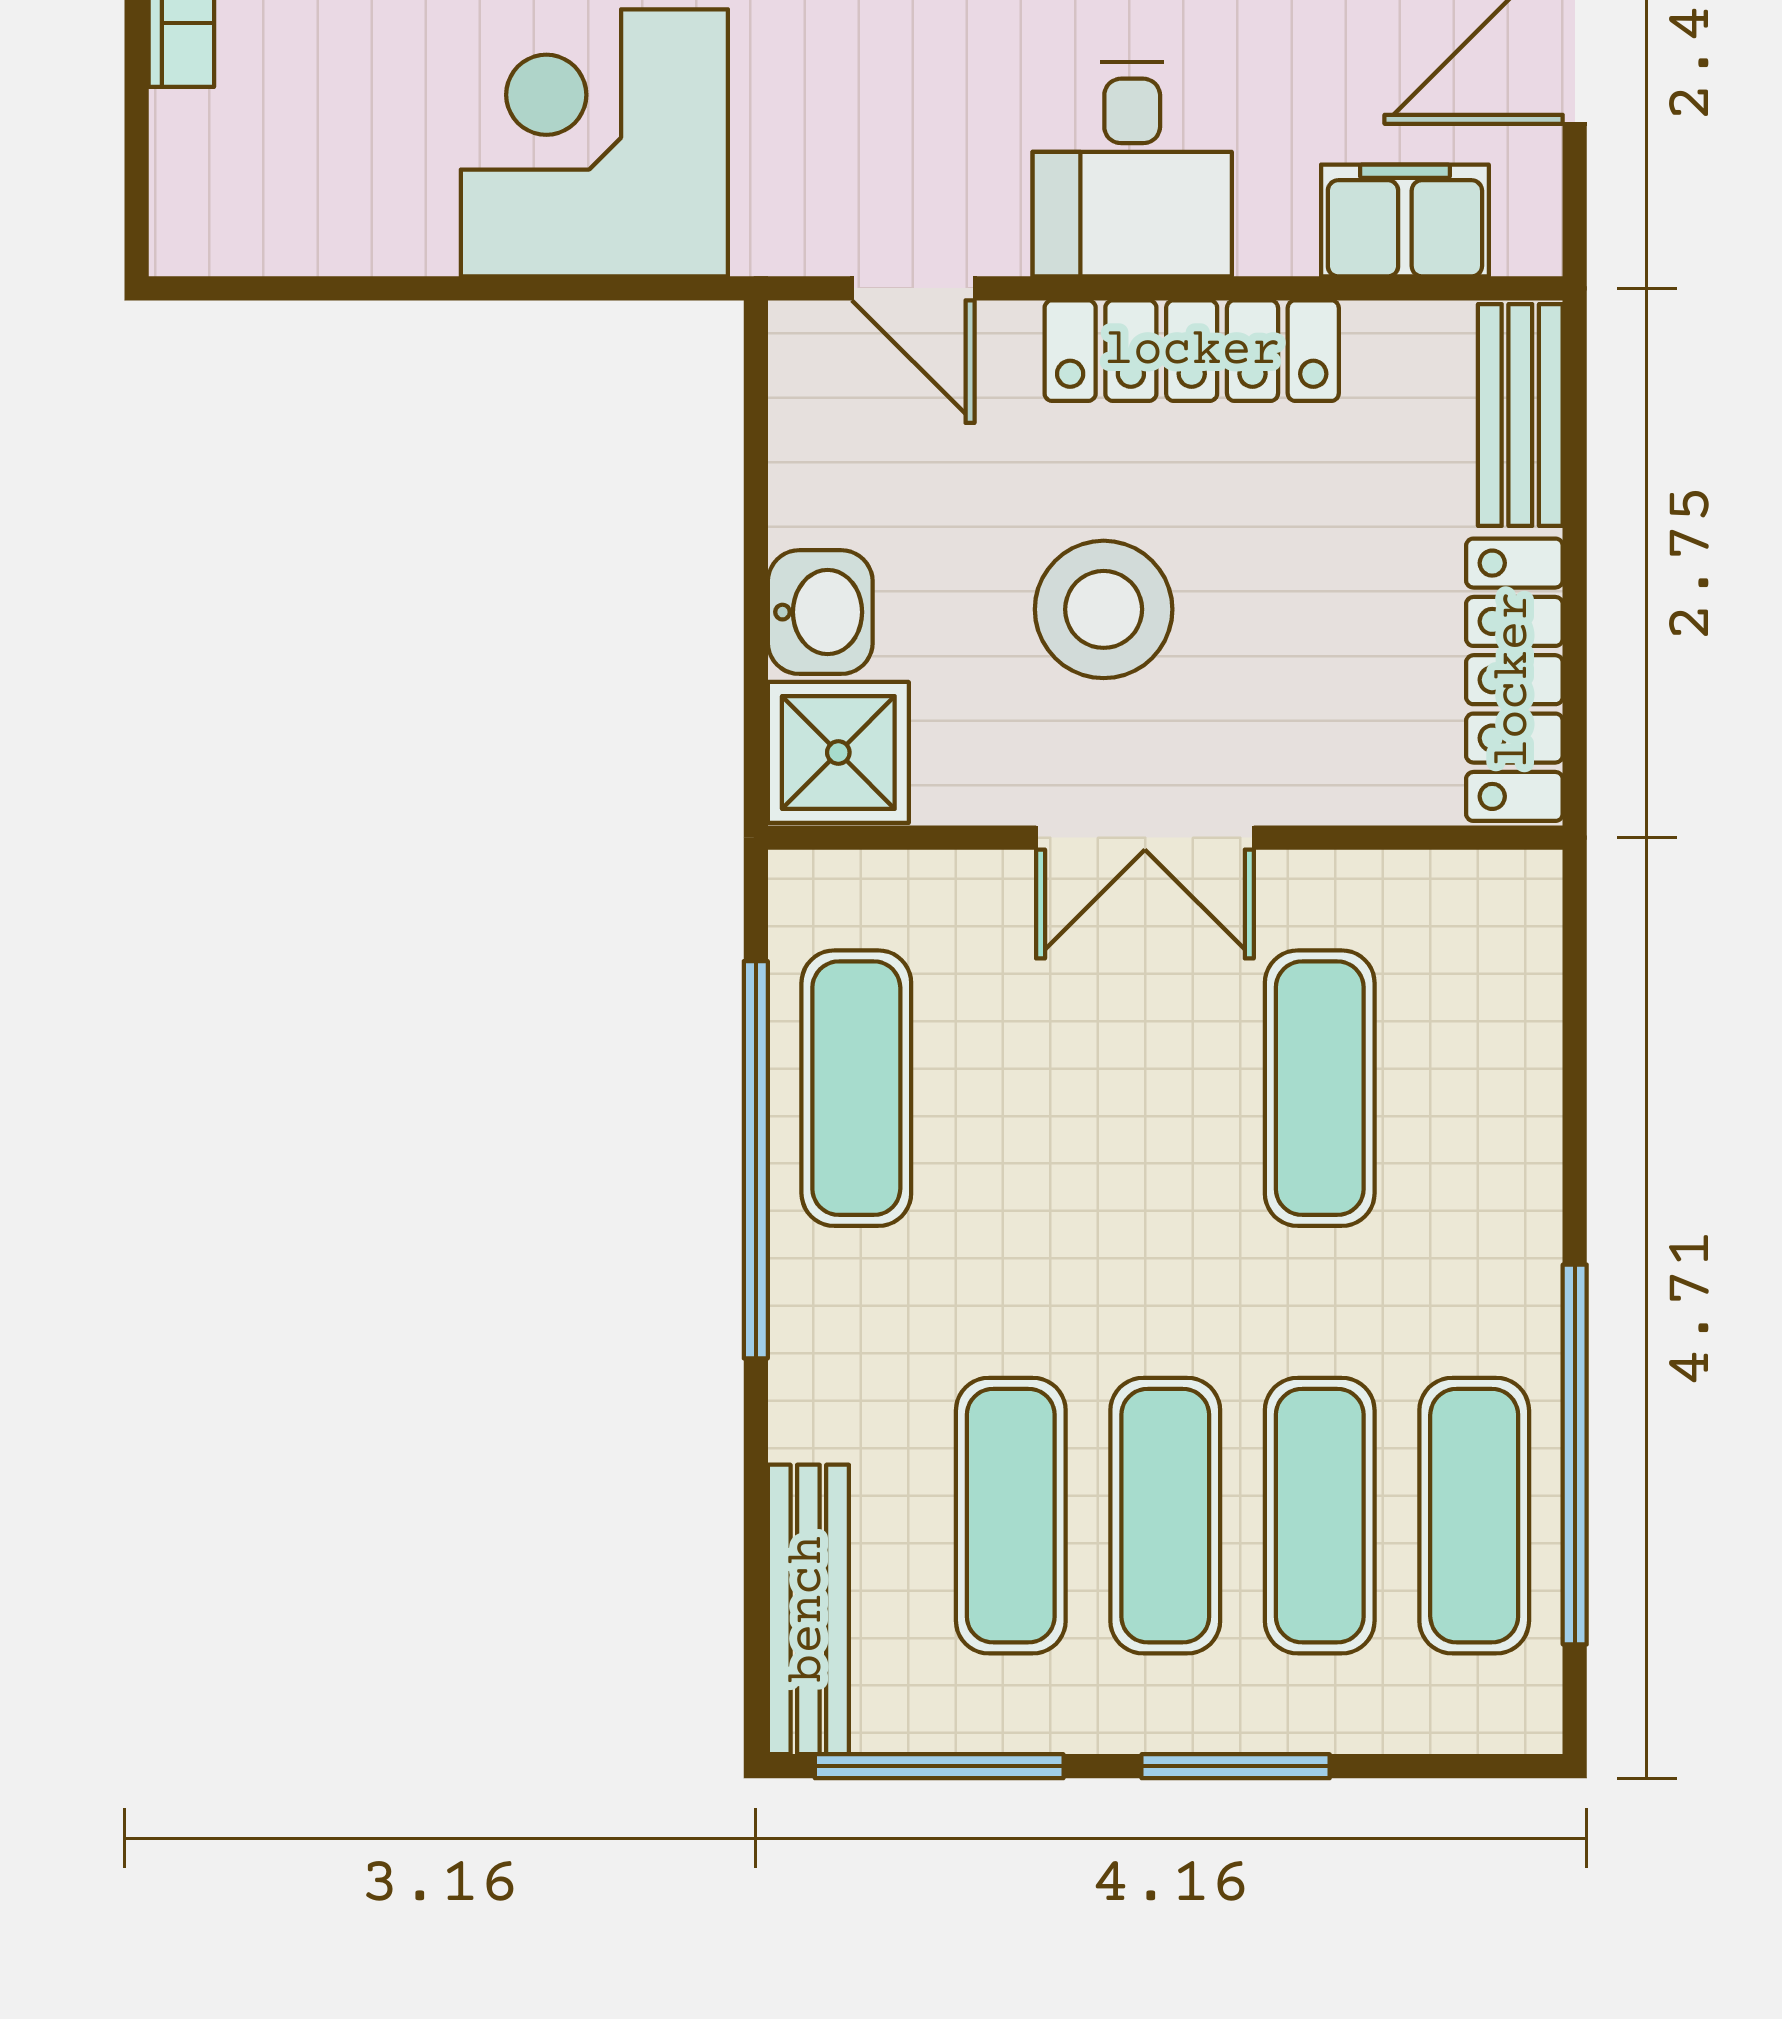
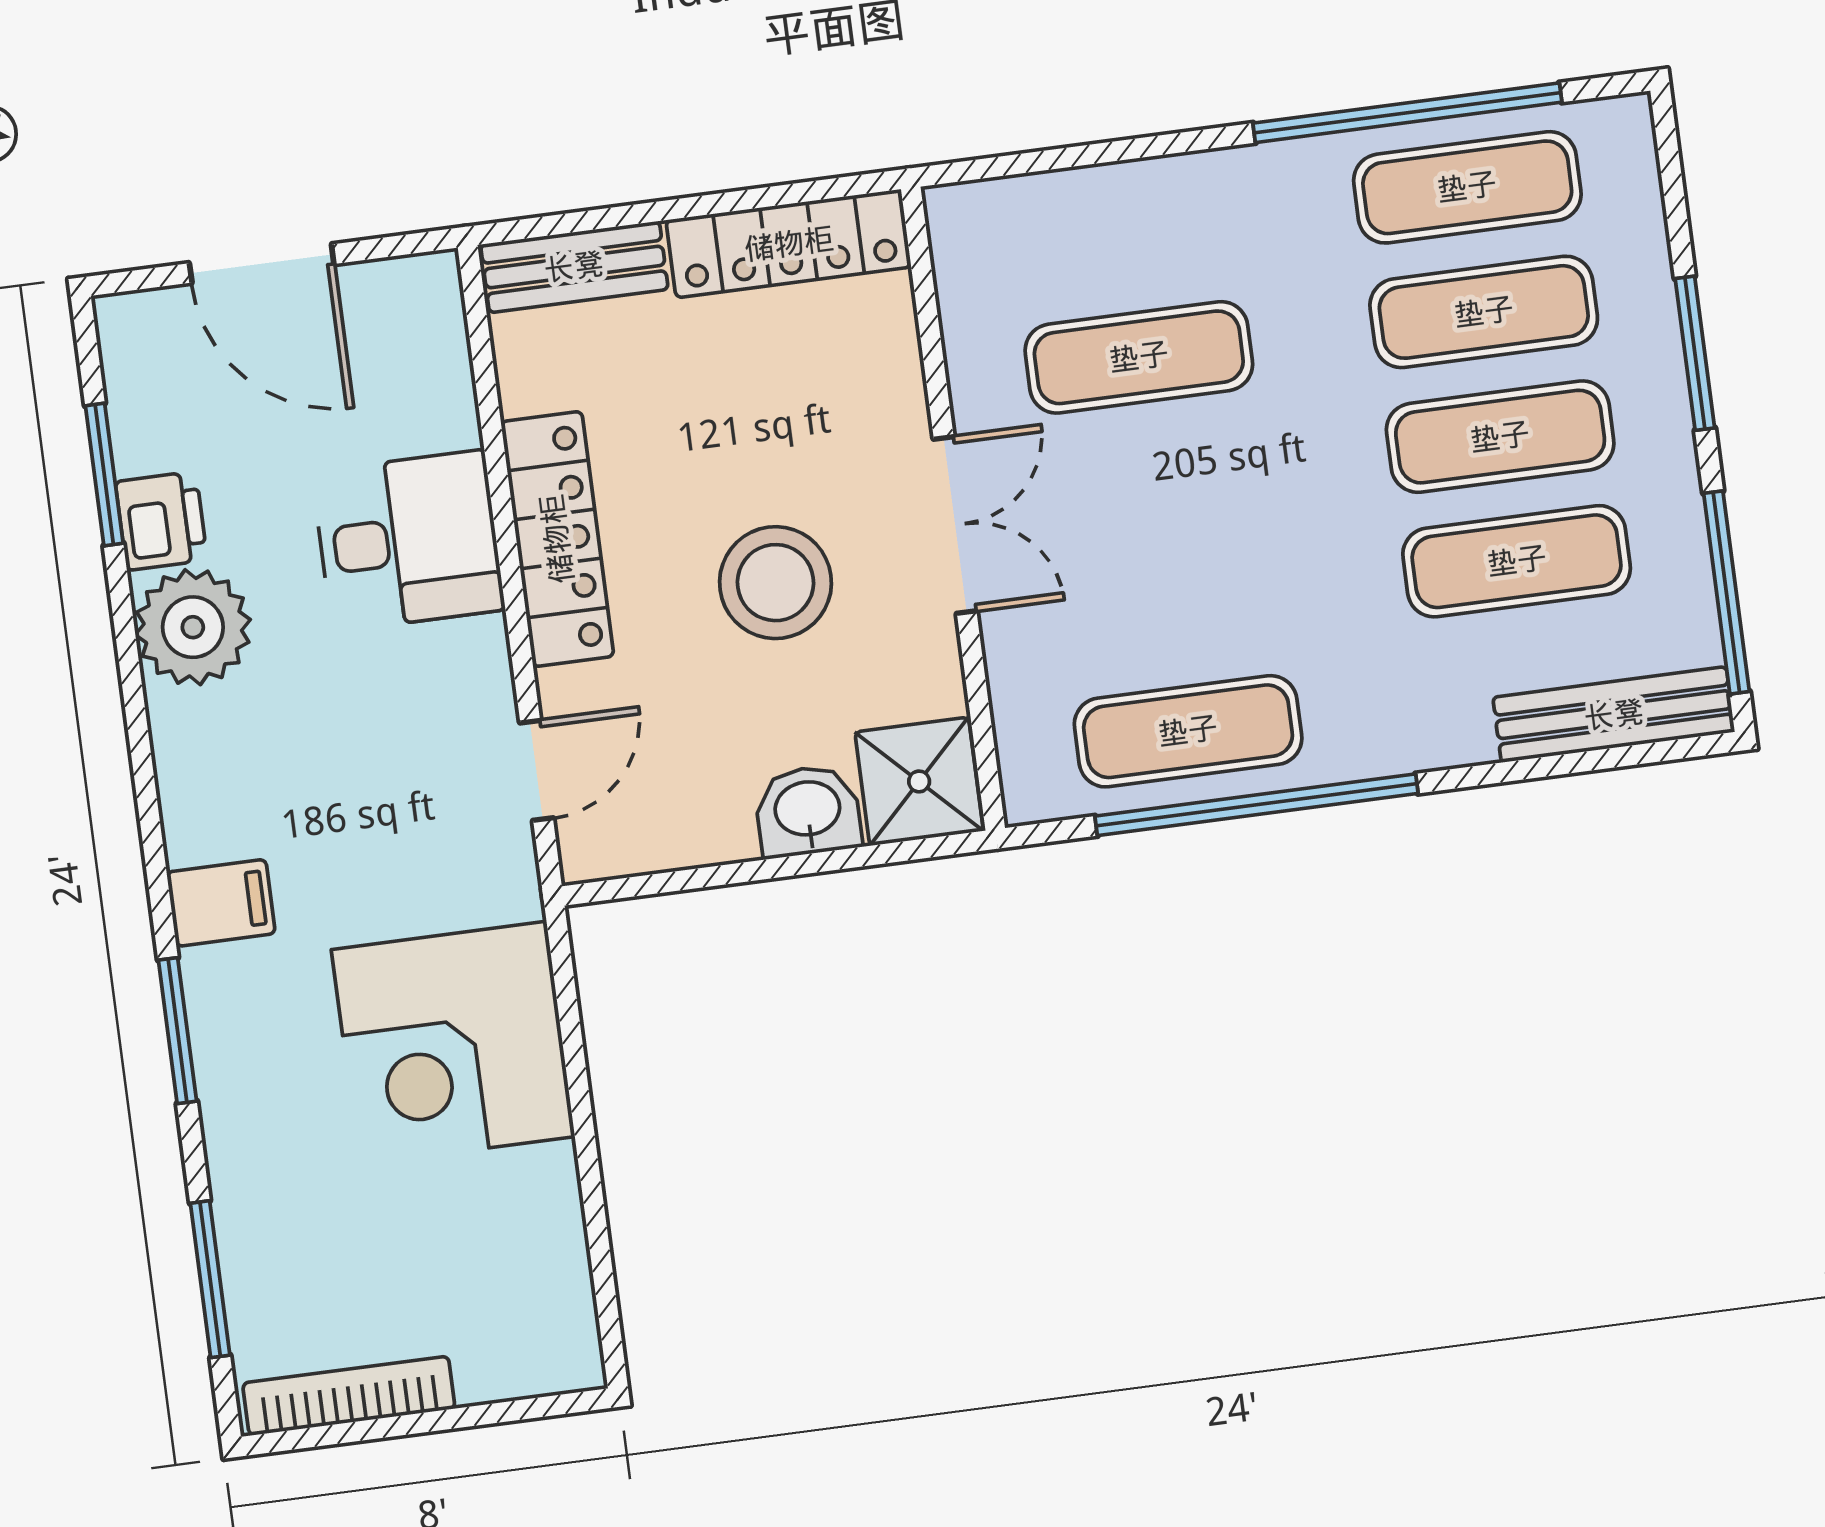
desk: (1132, 169) -> (408, 541), moved
filing cabinet: (1405, 220) -> (430, 381), removed

